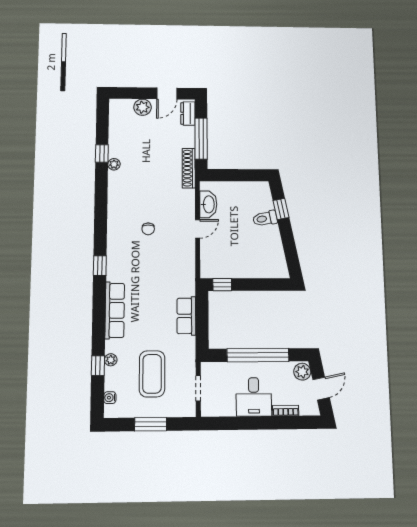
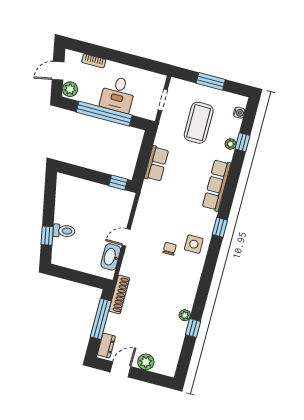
side table: (123, 241) -> (194, 244), added
desk: (254, 397) -> (118, 94), moved, turned 180

